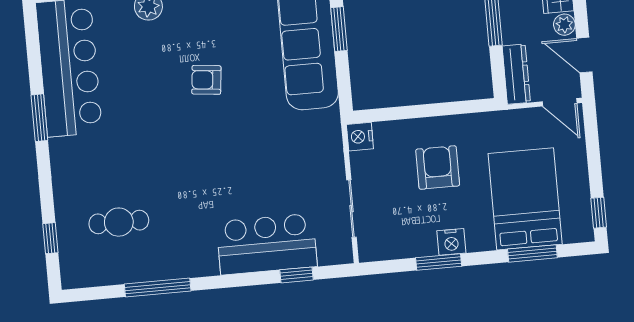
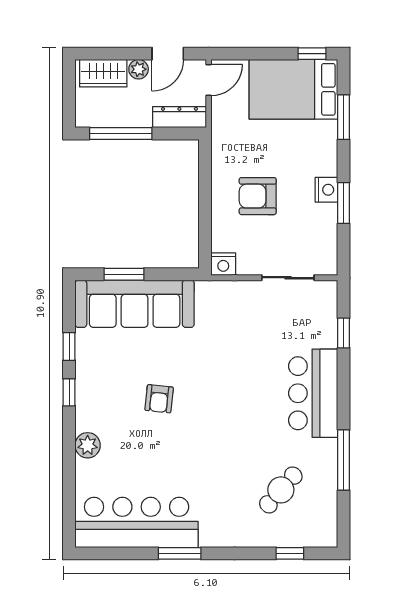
bed: (525, 199) -> (293, 89), moved
cafe table: (119, 222) -> (281, 490), turned 41
bar counter: (267, 244) -> (313, 393), moved

